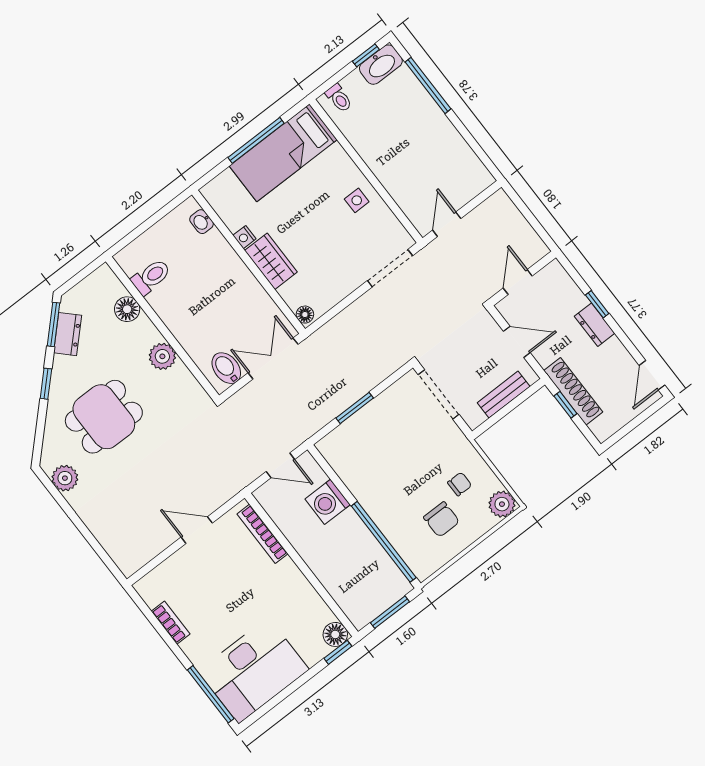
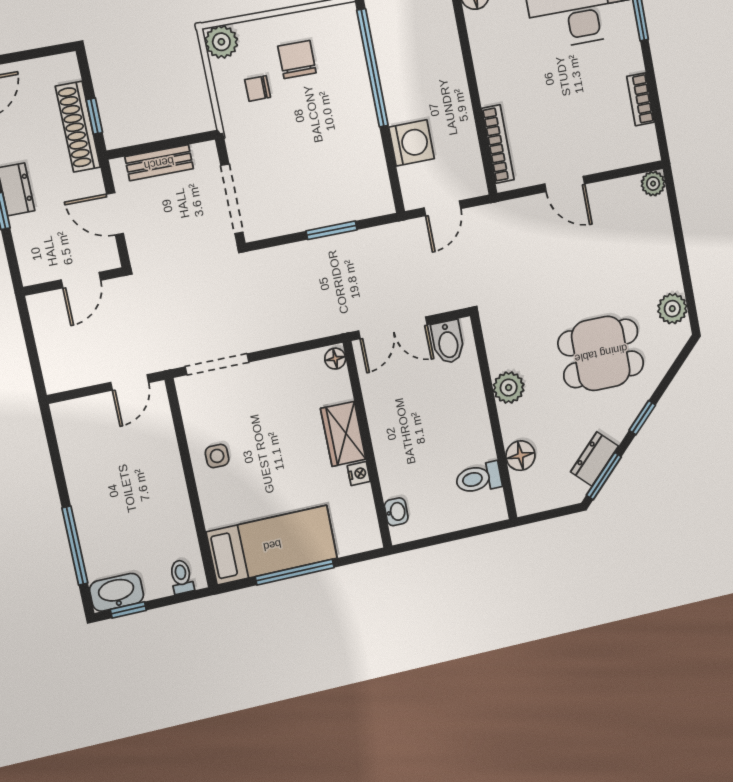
door: (280, 465) -> (442, 208), swing flipped
plant: (129, 565) -> (653, 184), added

